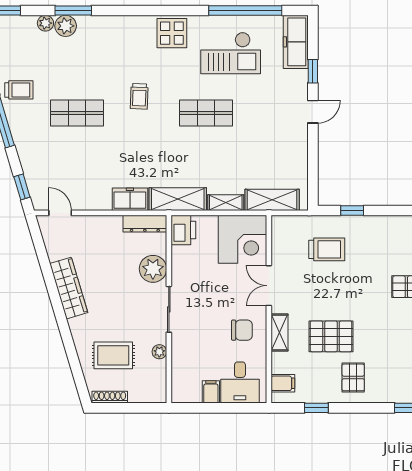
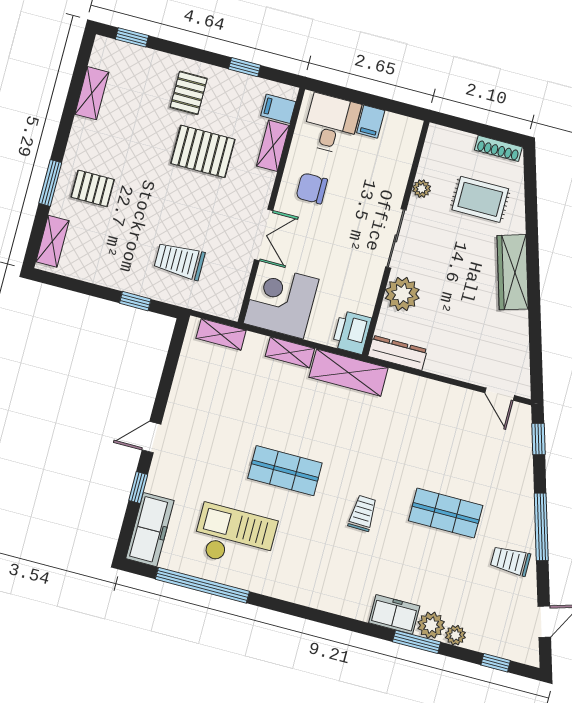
display table: (172, 33) -> (301, 581), removed
freezer: (130, 199) -> (394, 614), moved, turned 180
shelving: (272, 200) -> (221, 334), width x0.67, depth x0.75
wardrobe: (69, 288) -> (513, 272), moved
shelving: (279, 333) -> (273, 146), moved

